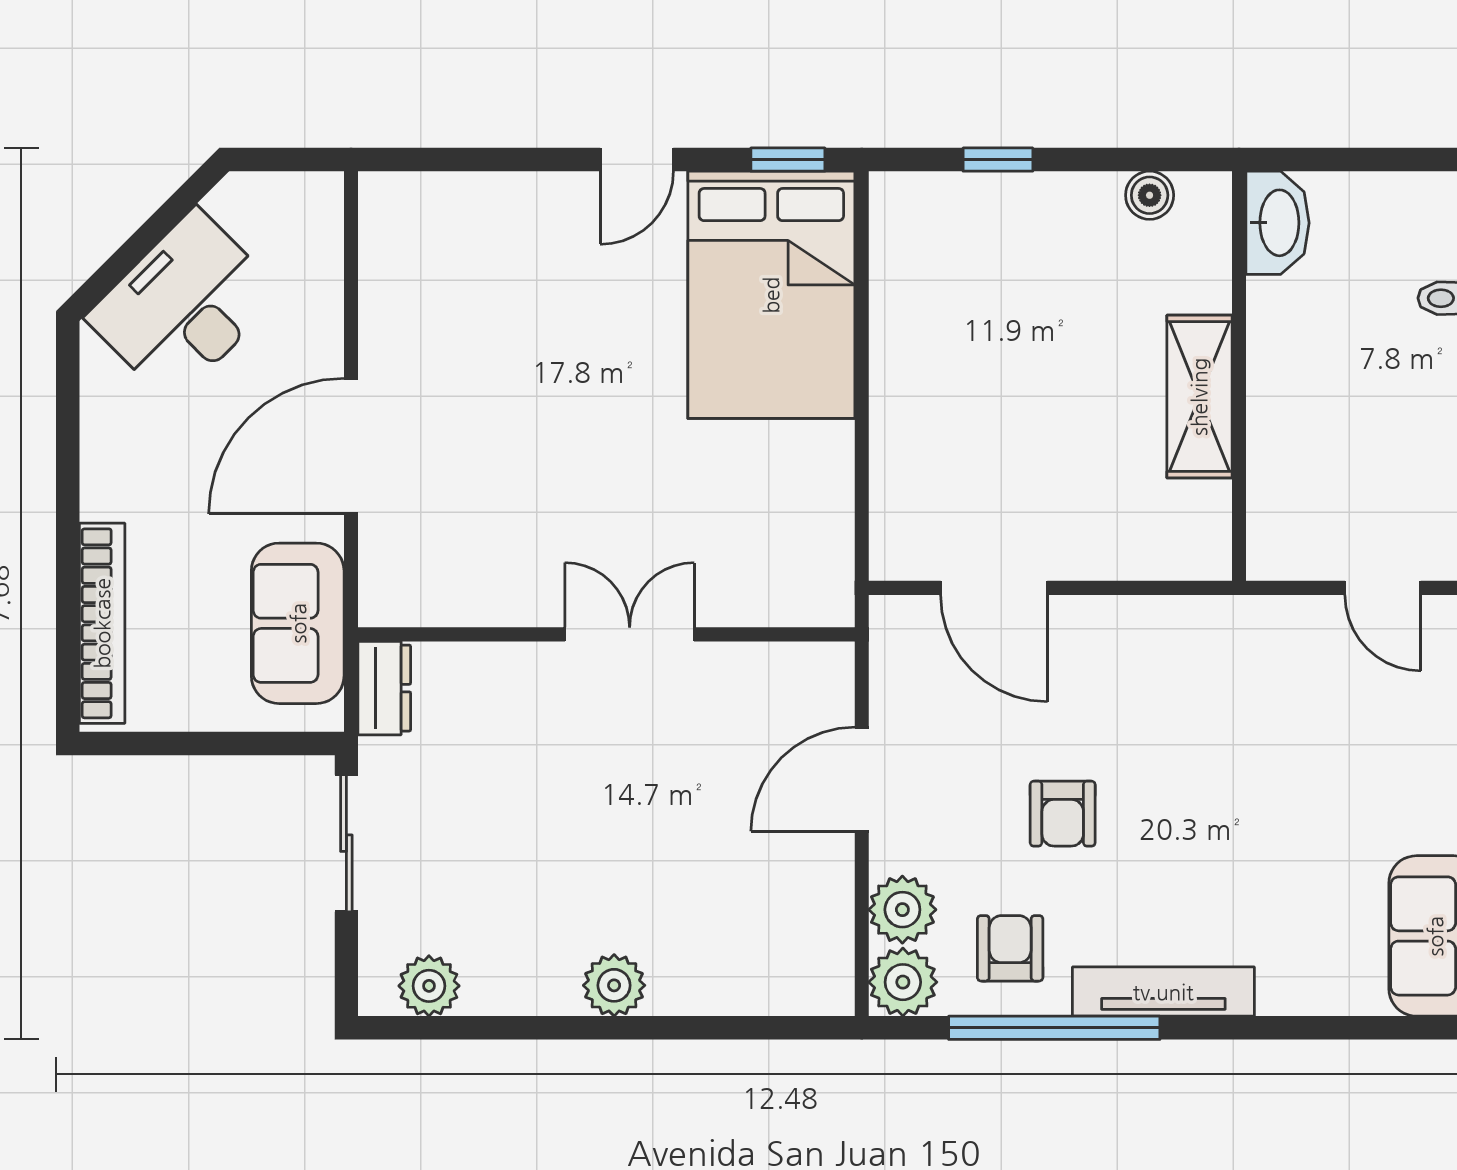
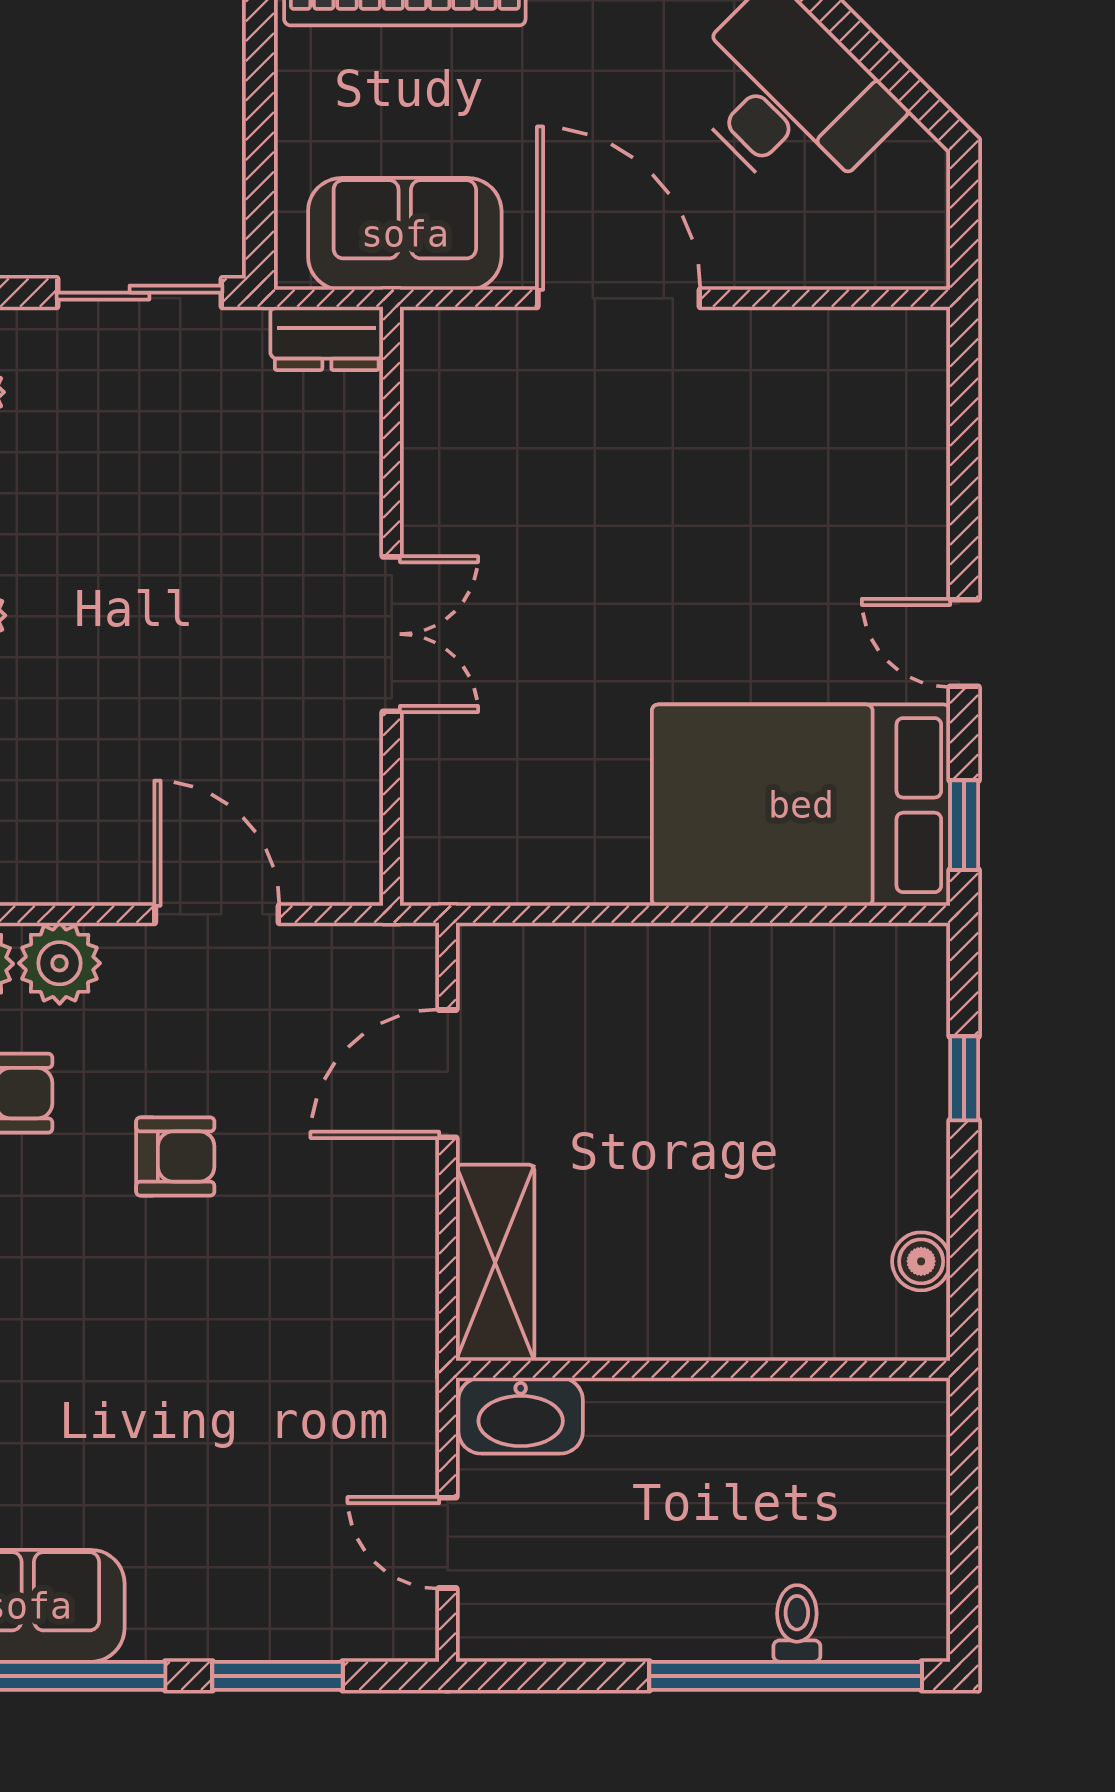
washbasin: (1278, 223) -> (521, 1416), moved
shelving: (1199, 397) -> (495, 1263), moved, turned 90
door: (1383, 588) -> (448, 1543), hinge flipped
armchair: (1063, 814) -> (175, 1157), turned 180

